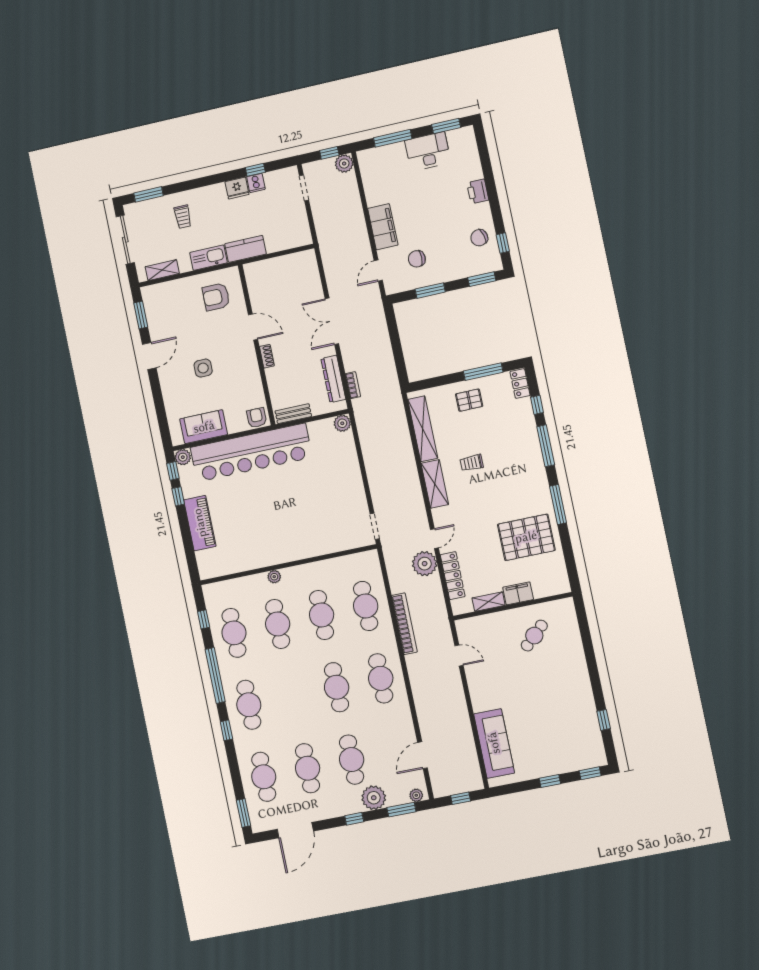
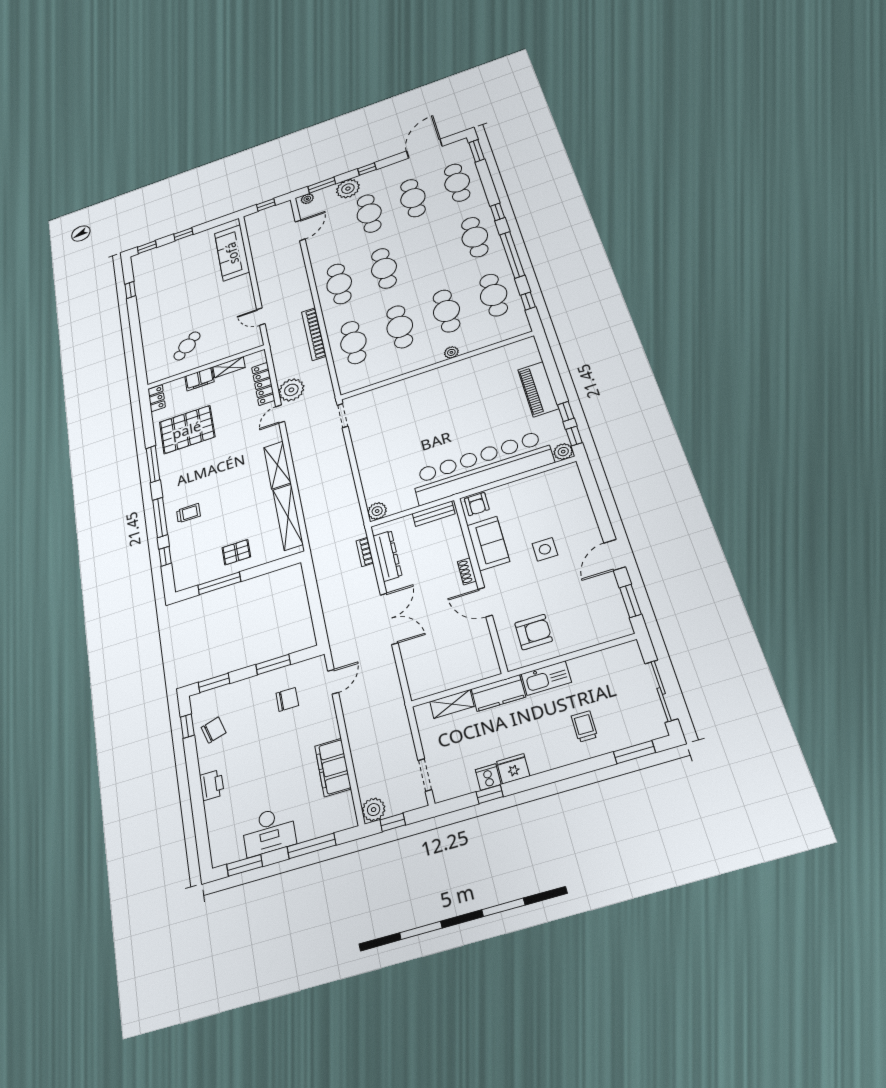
filing cabinet: (383, 227) -> (333, 767), moved
shelving: (162, 270) -> (452, 704), moved
locker: (520, 383) -> (157, 398), moved
sofa: (204, 427) -> (488, 543), moved, turned -90
trolley: (472, 463) -> (188, 513), moved

